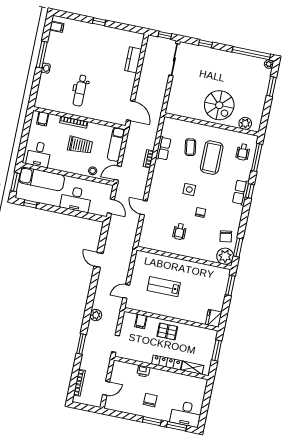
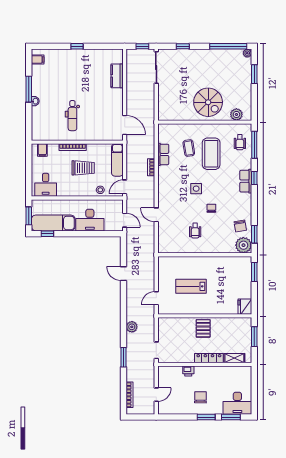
exam couch: (42, 179) -> (53, 223), moved, turned 180
filing cabinet: (141, 321) -> (176, 324), removed
pallet: (167, 331) -> (203, 328), turned 90

